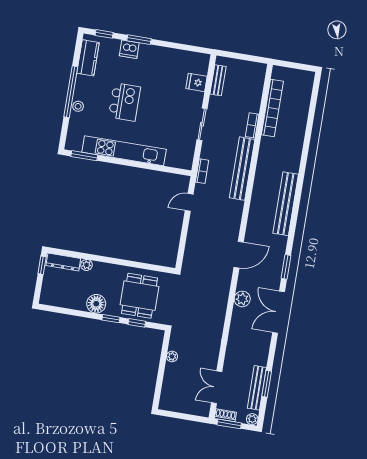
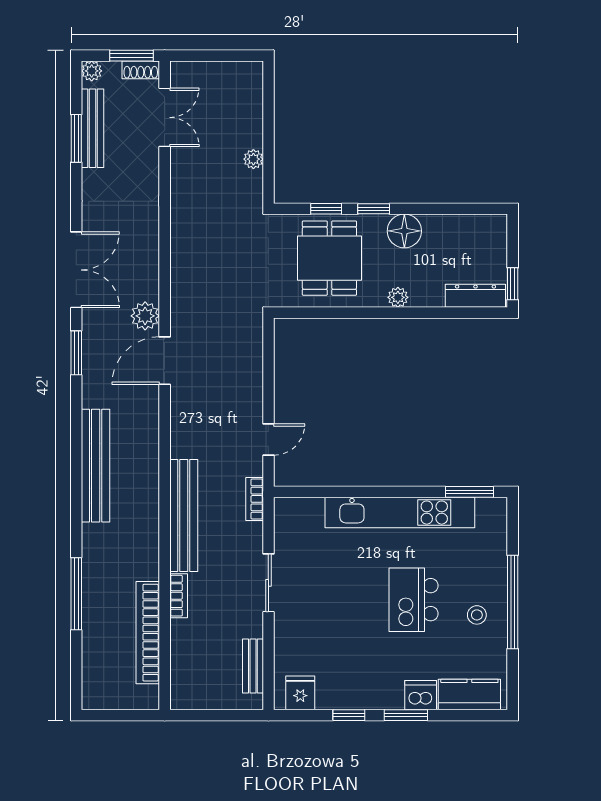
window: (104, 34) -> (349, 715), moved
kitchen counter: (88, 58) -> (469, 695), moved, turned 90
fridge: (196, 82) -> (300, 693), moved, turned -90
stool: (78, 106) -> (477, 615), moved
window: (308, 136) -> (76, 594), added
plant: (86, 265) -> (398, 297), moved
plant: (242, 299) -> (145, 316), moved

